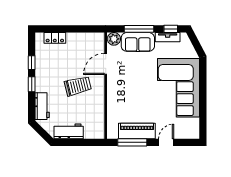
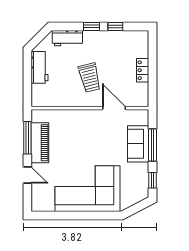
tv unit: (168, 37) -> (144, 177), removed
locker: (55, 38) -> (143, 70), moved
plant: (114, 39) -> (142, 117), removed

